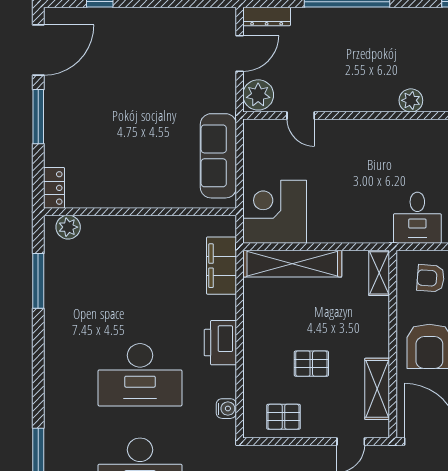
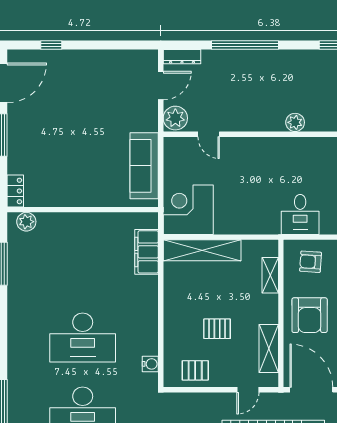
shelving: (379, 273) -> (270, 275), moved
printer: (220, 343) -> (146, 312), removed

